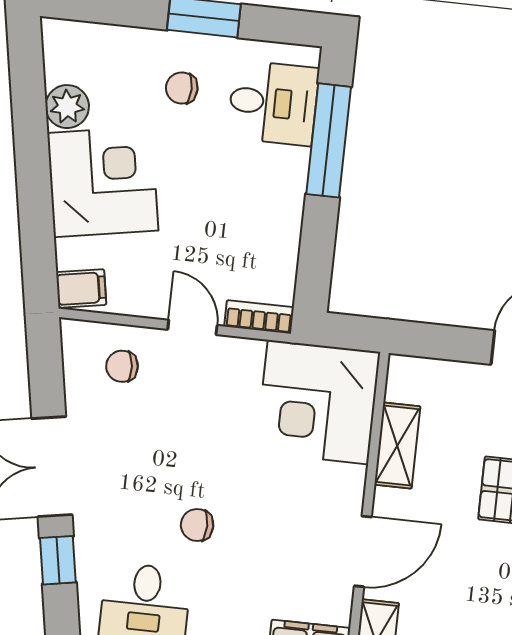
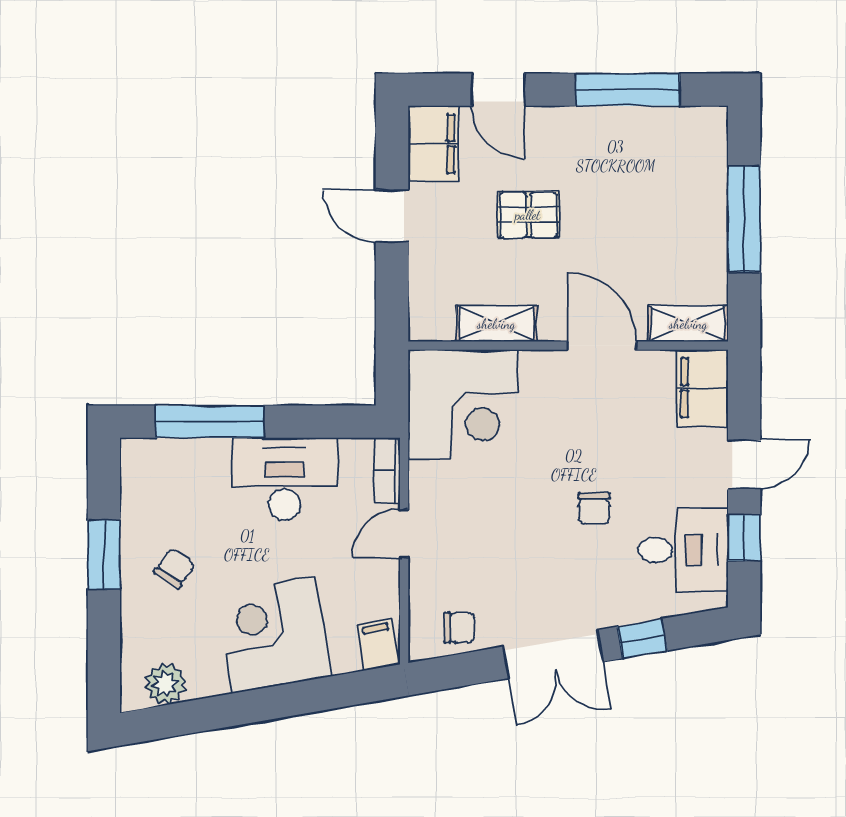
chair: (182, 88) -> (175, 569), turned -146
desk: (273, 103) -> (285, 479), moved, width x1.37
plant: (67, 107) -> (165, 684), moved
chair: (122, 366) -> (459, 628), moved, turned -85

